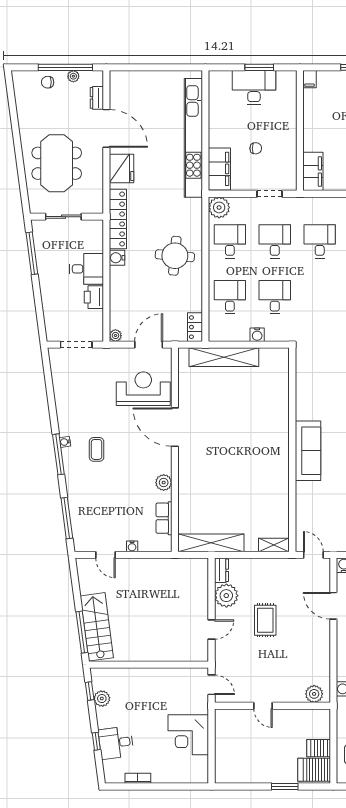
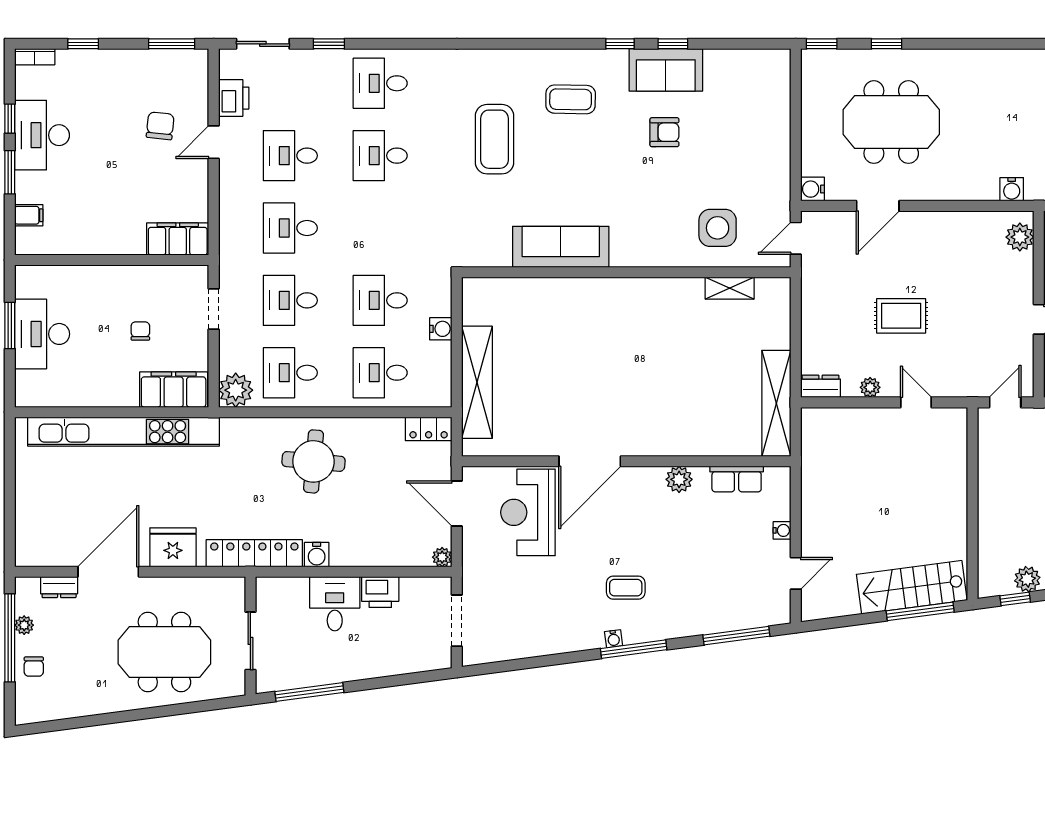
filing cabinet: (309, 79) -> (29, 215), moved
sofa: (308, 451) -> (561, 247), moved
side table: (320, 506) -> (718, 228), added
shelving: (274, 545) -> (730, 288), moved, turned 90
plant: (226, 596) -> (870, 387), width x0.53, depth x0.53

